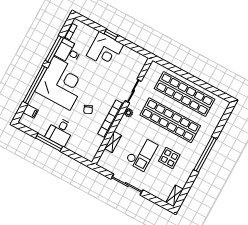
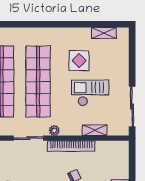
window: (205, 154) -> (54, 24), removed
sliding door: (127, 185) -> (132, 107), moved
shelving: (174, 196) -> (104, 33), moved

